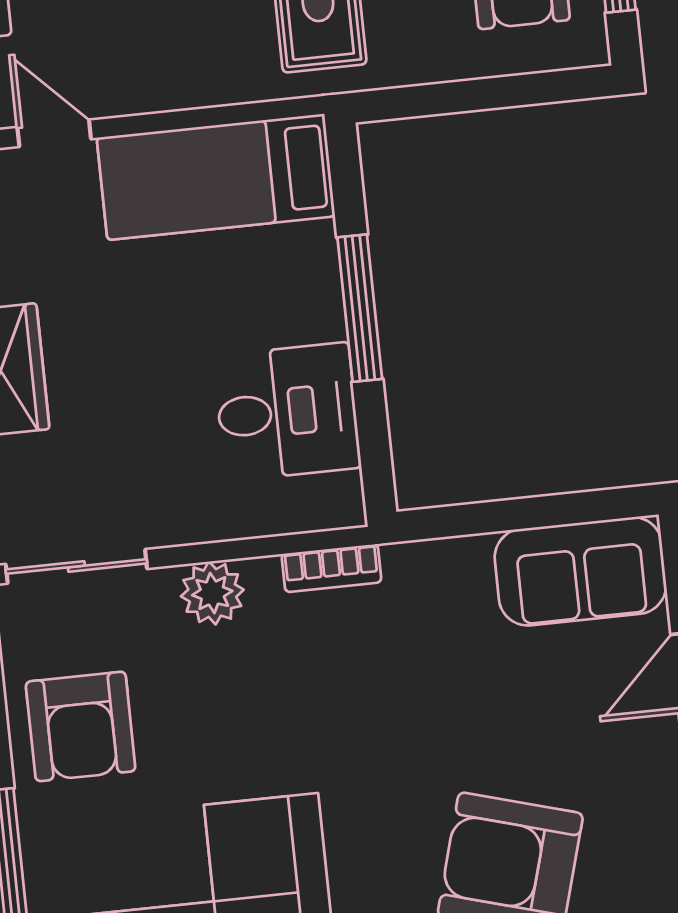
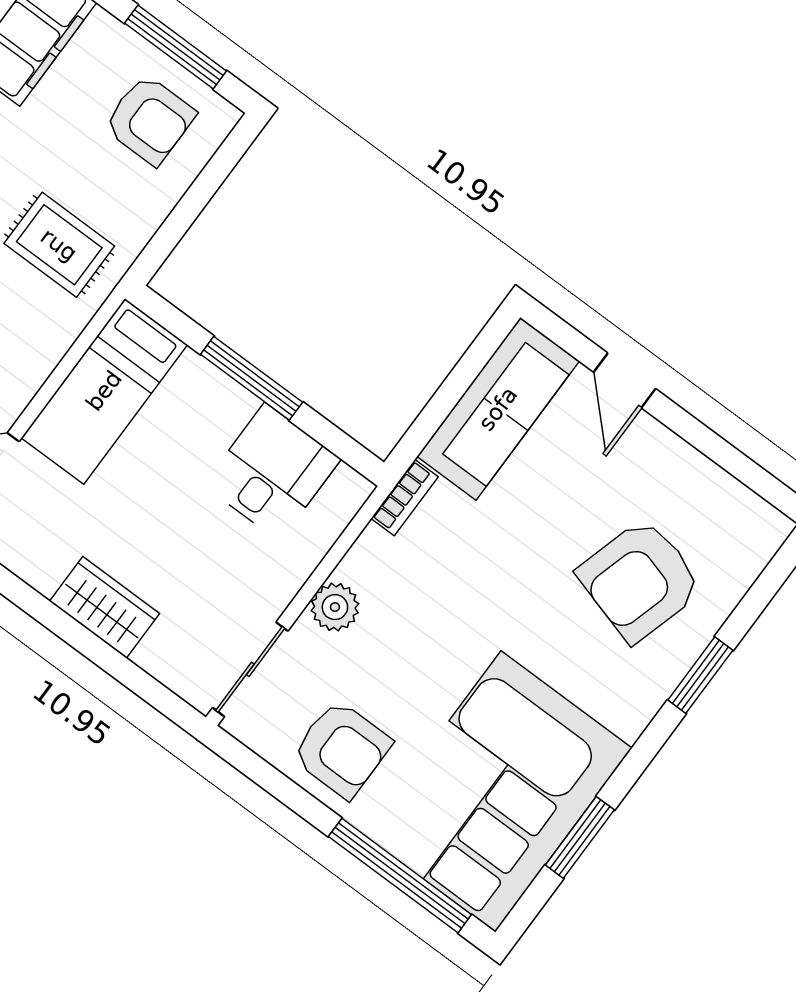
bookcase: (331, 568) -> (405, 498), moved
sofa: (580, 571) -> (498, 409), width x1.36

